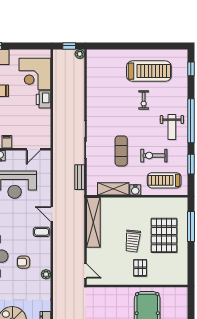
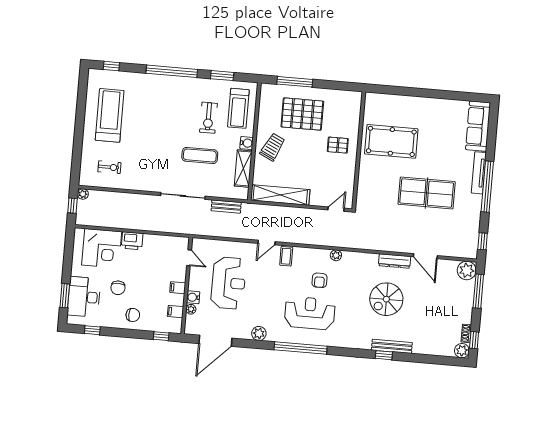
exercise bike: (144, 100) -> (109, 167), moved
weight bench: (172, 127) -> (177, 94), removed
trolley: (133, 241) -> (273, 147), moved, turned -70

